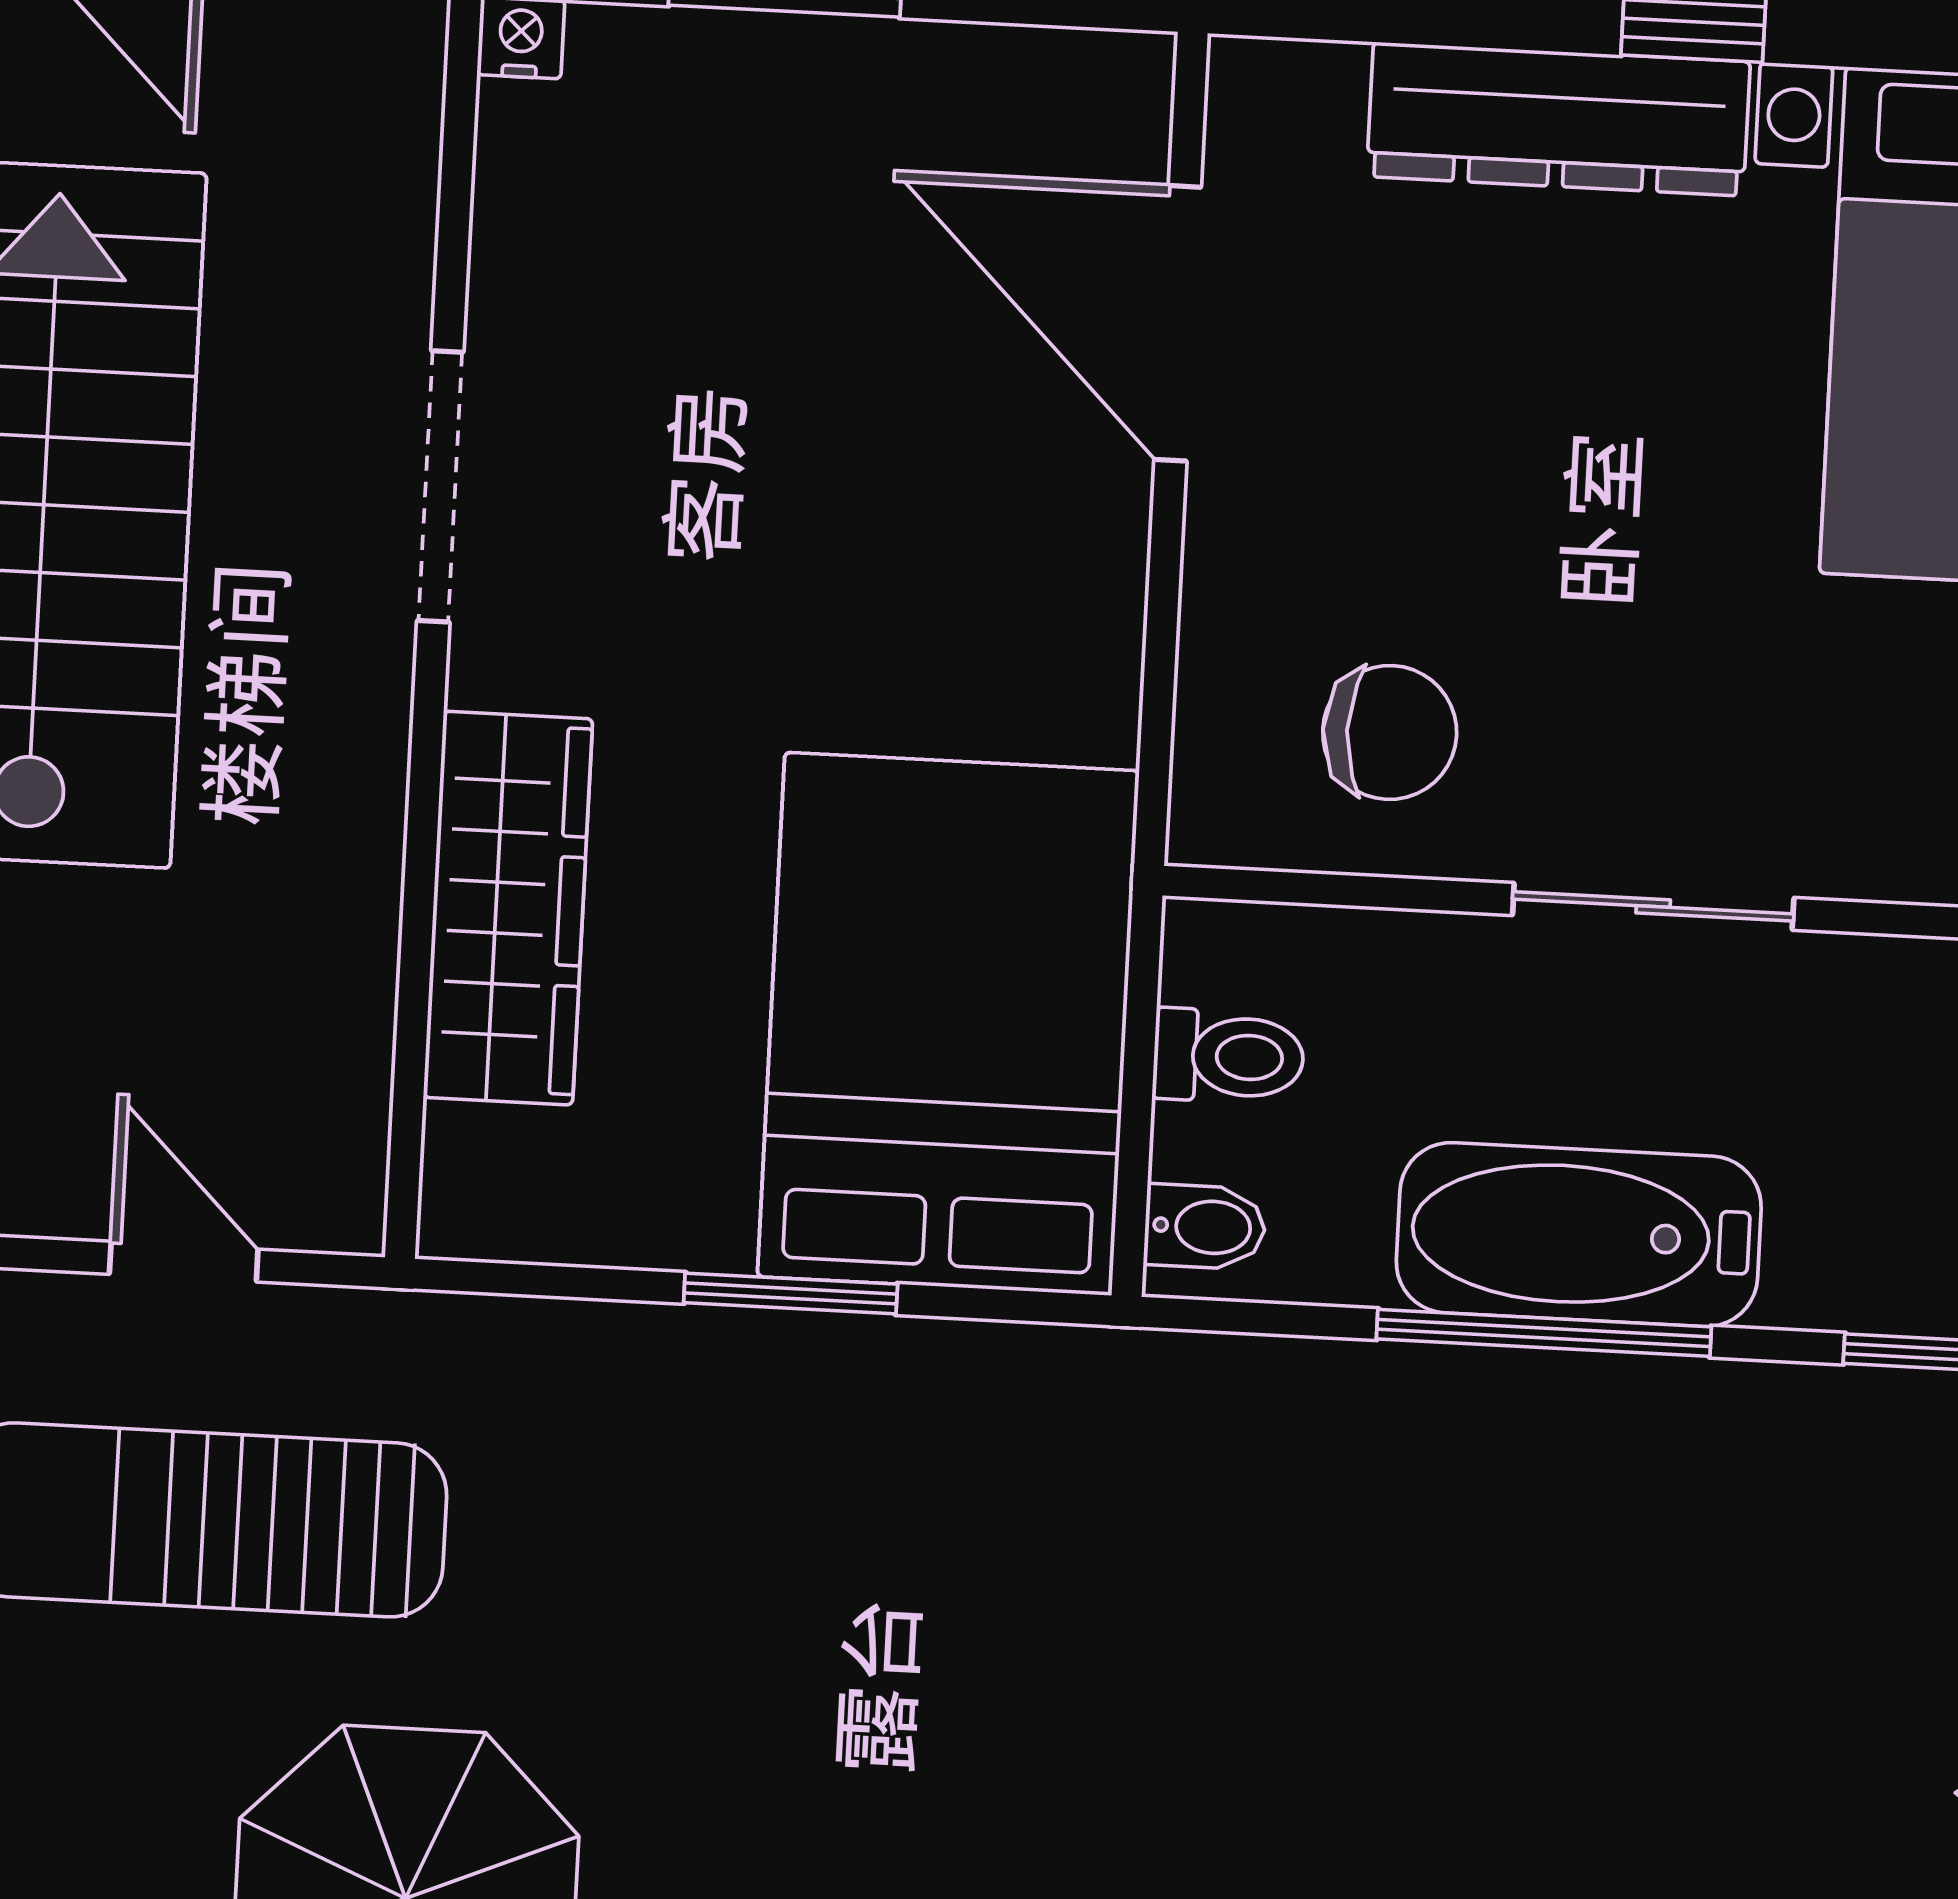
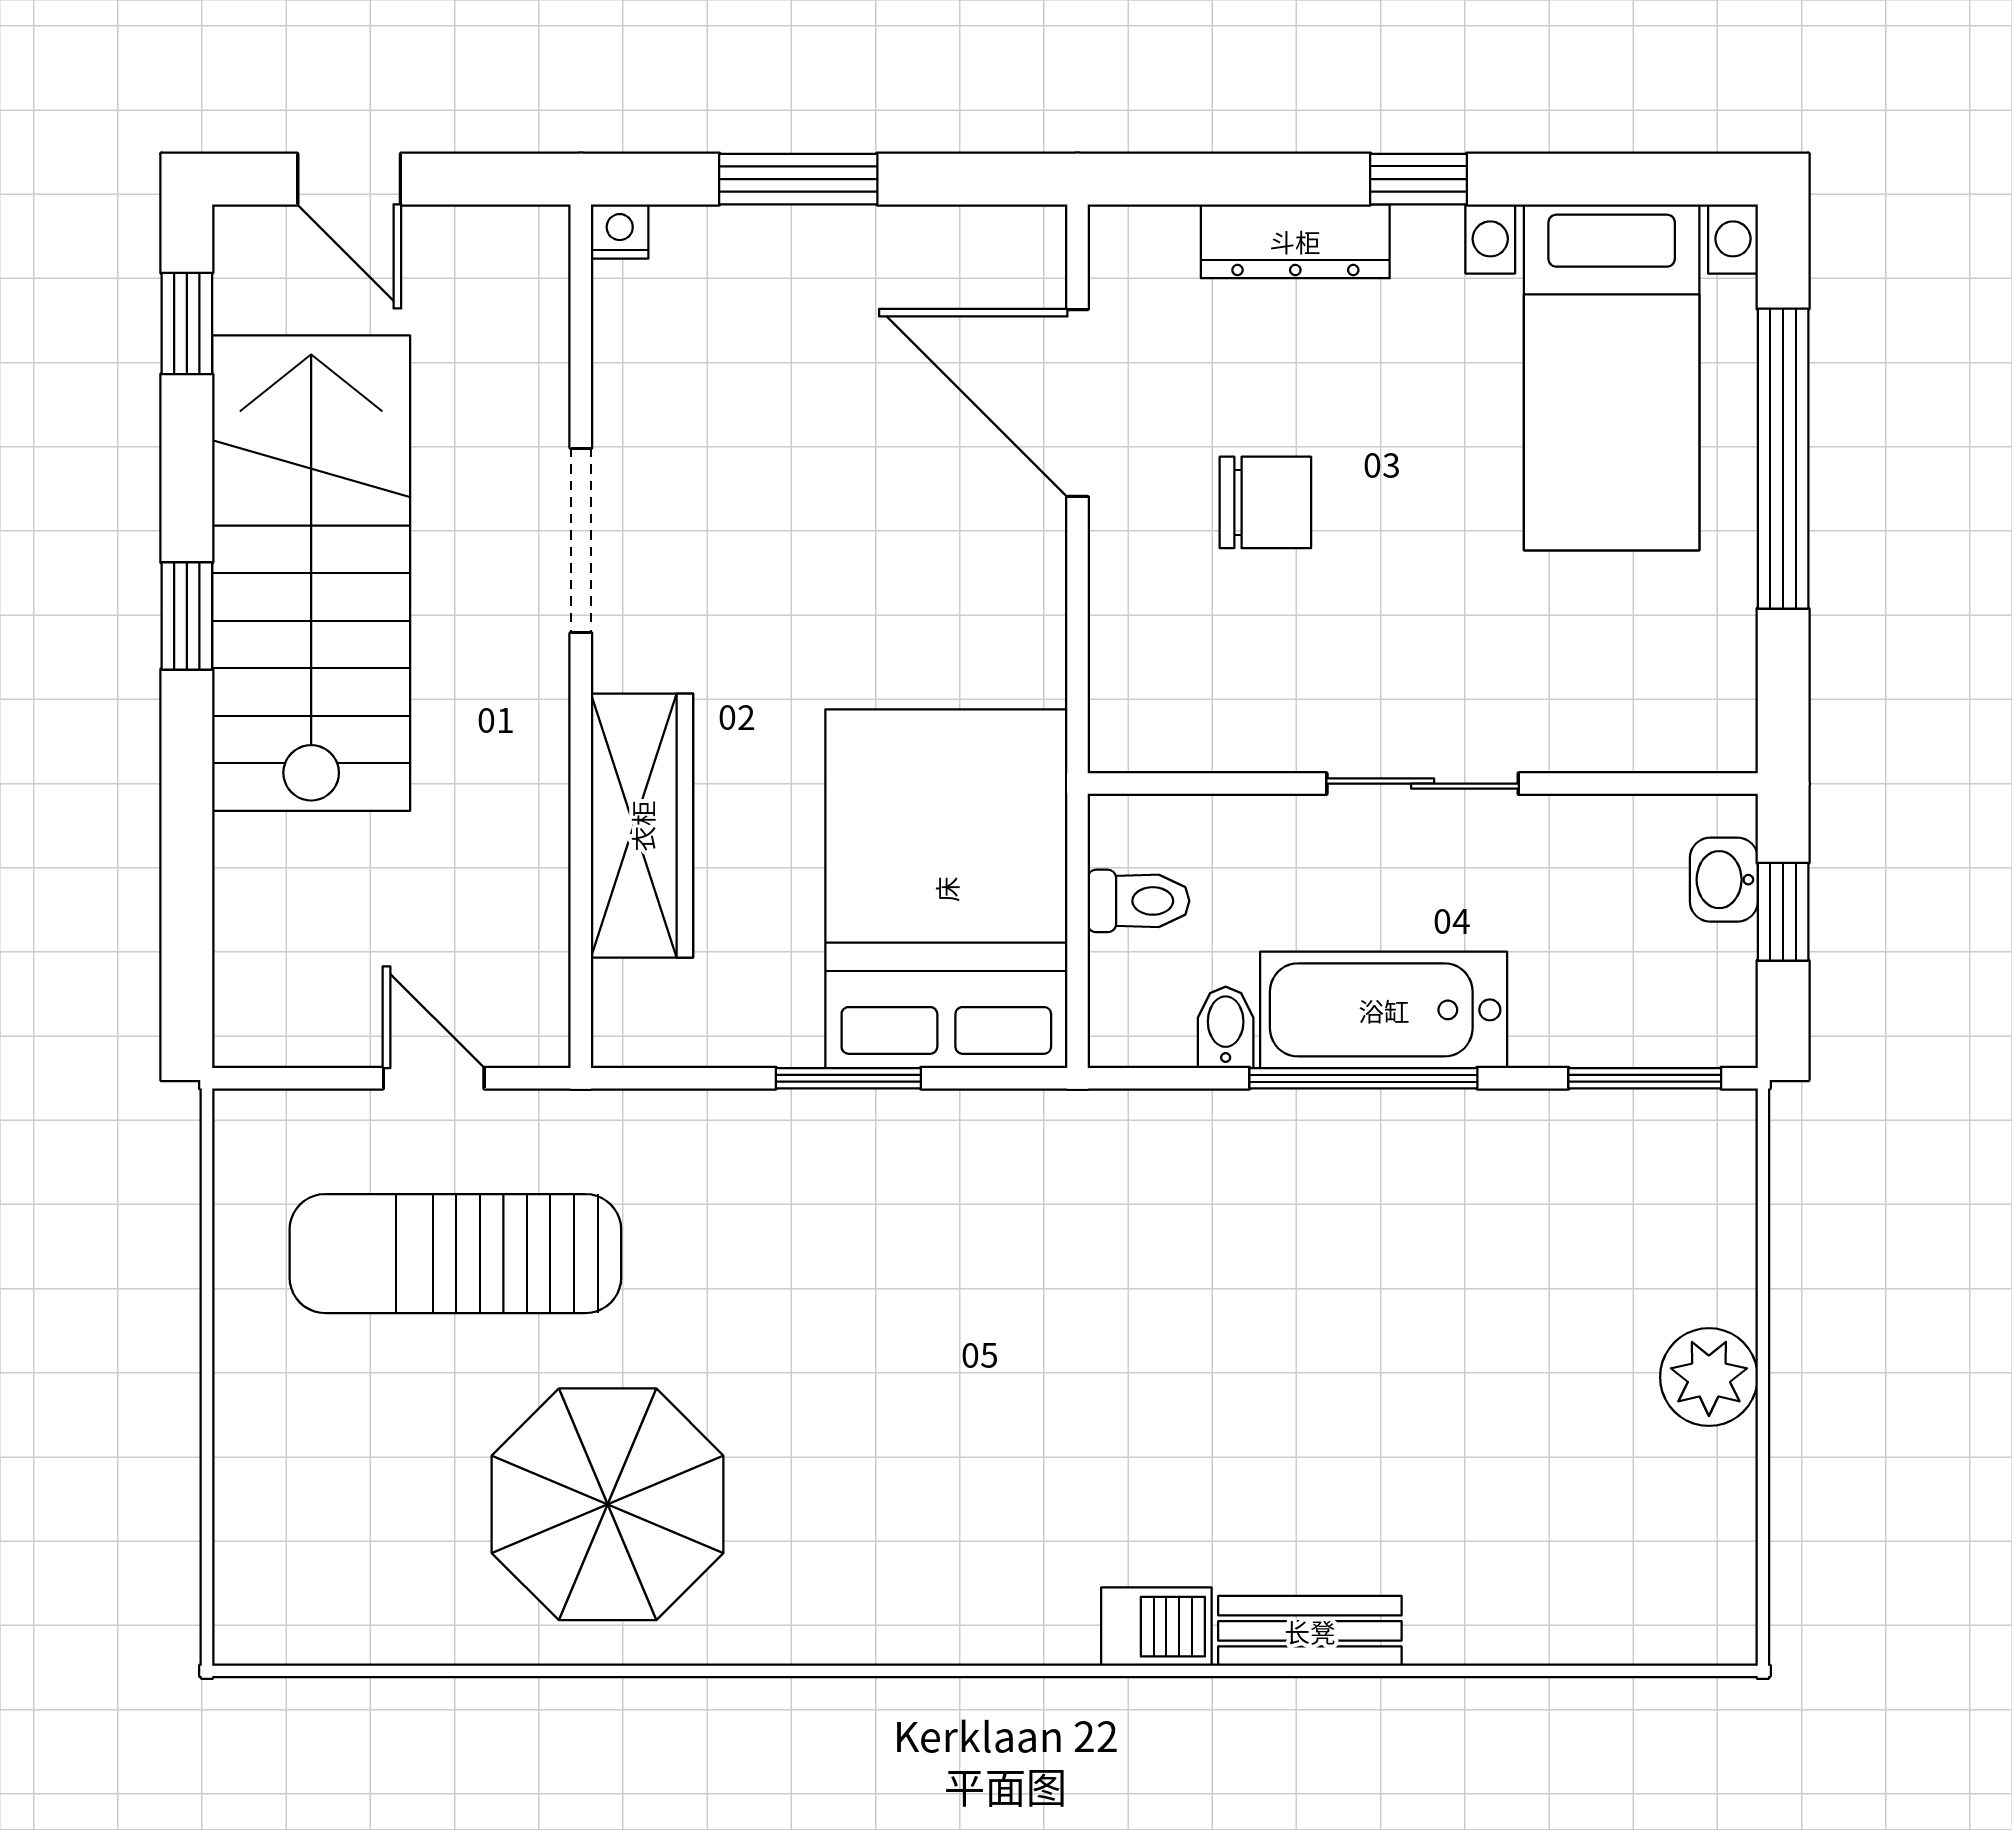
dresser: (1558, 119) -> (1295, 241), width x0.73, depth x0.80
chair: (1390, 732) -> (1265, 502), moved
bidet: (1205, 1227) -> (1226, 1027), moved, turned -90

